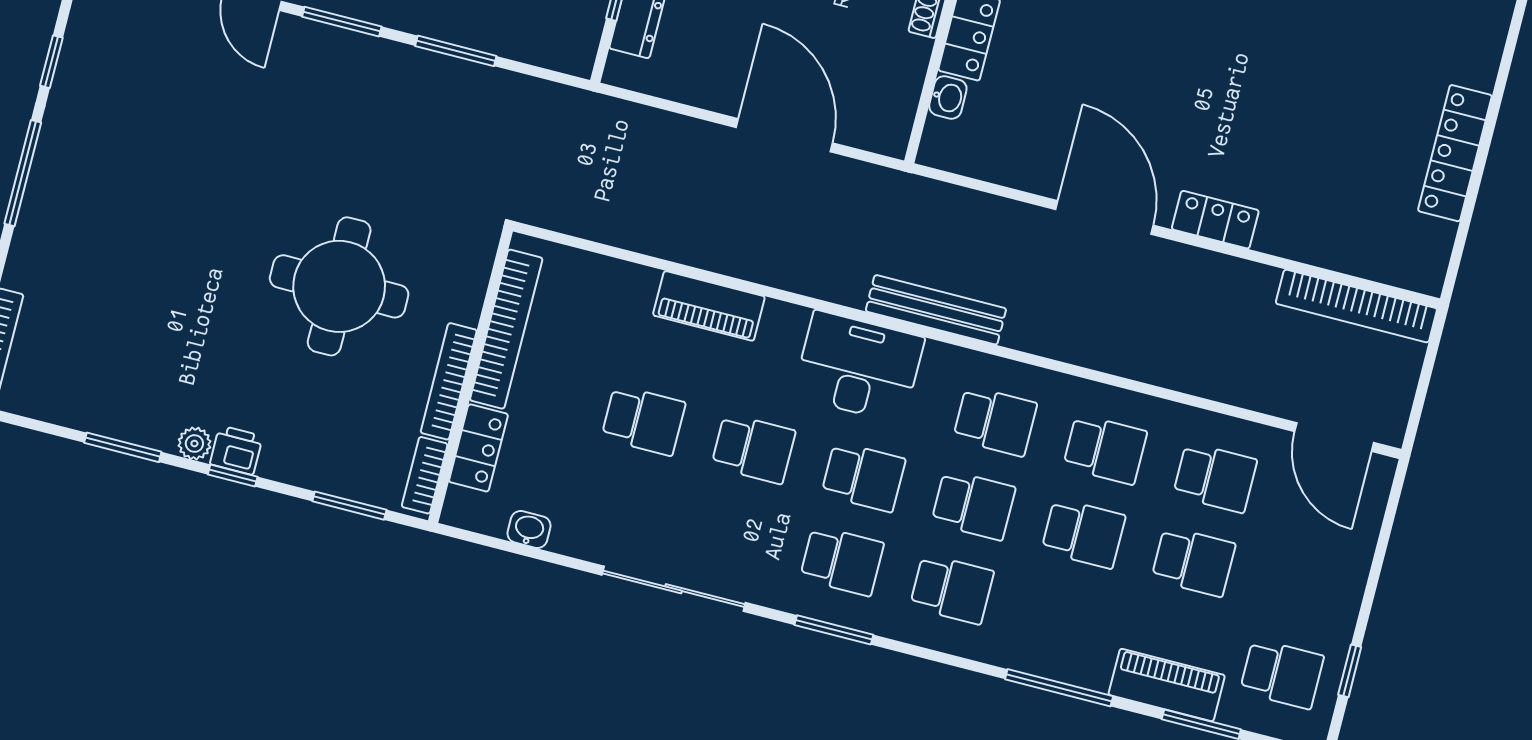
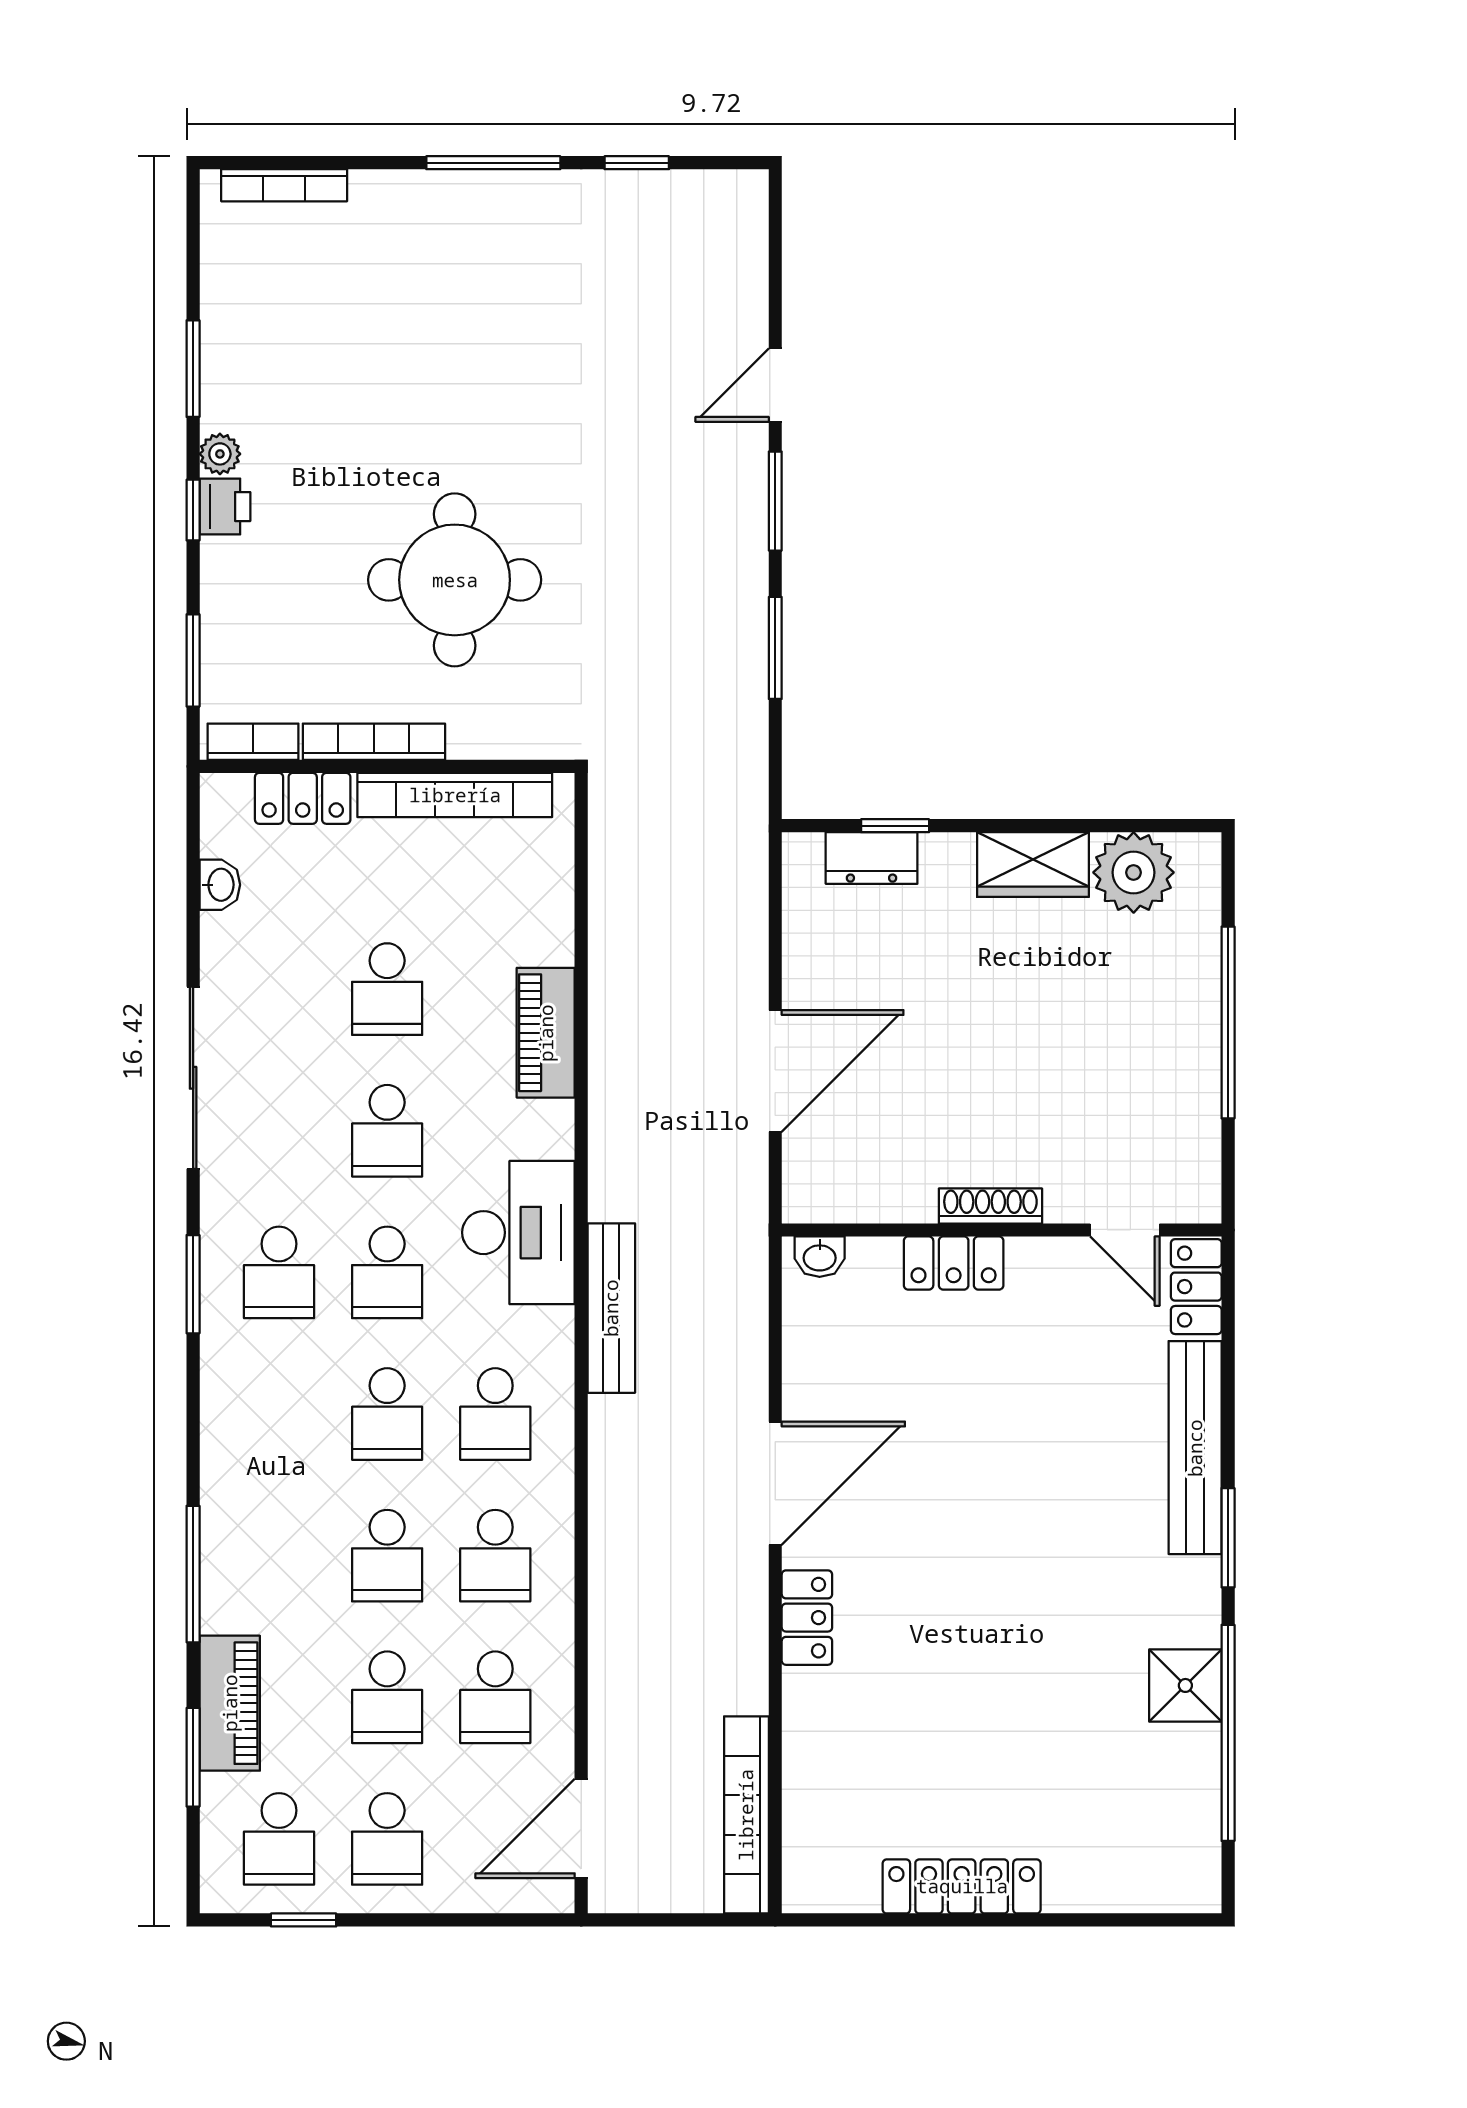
washbasin: (948, 97) -> (820, 1257), moved
school desk: (952, 589) -> (387, 1839), moved

